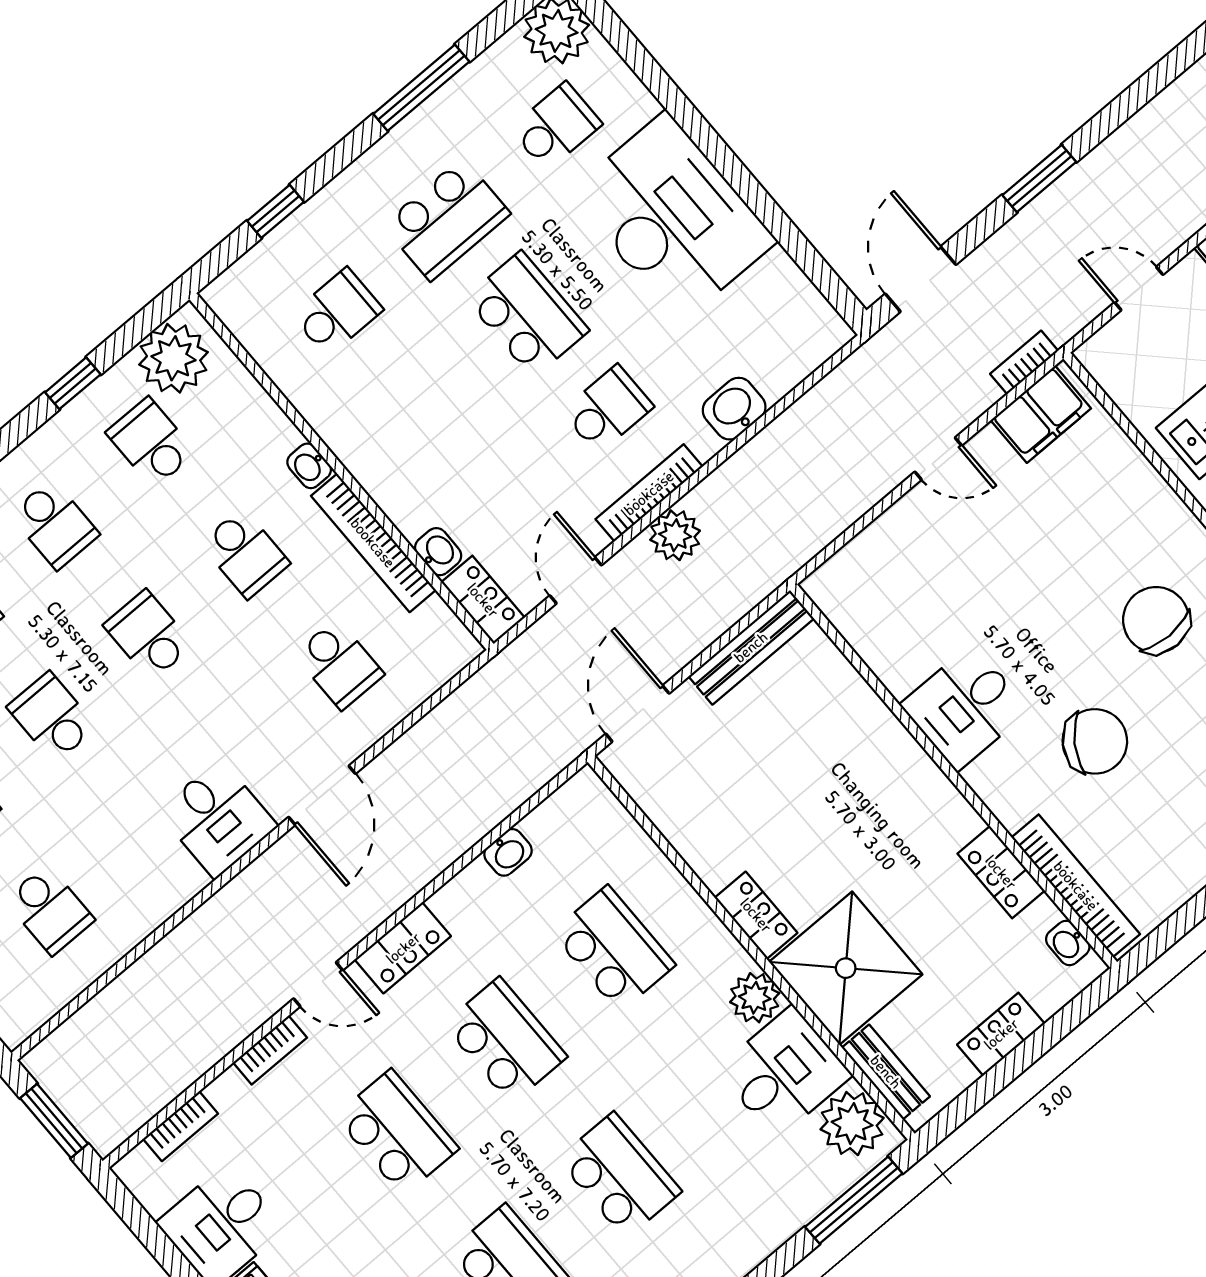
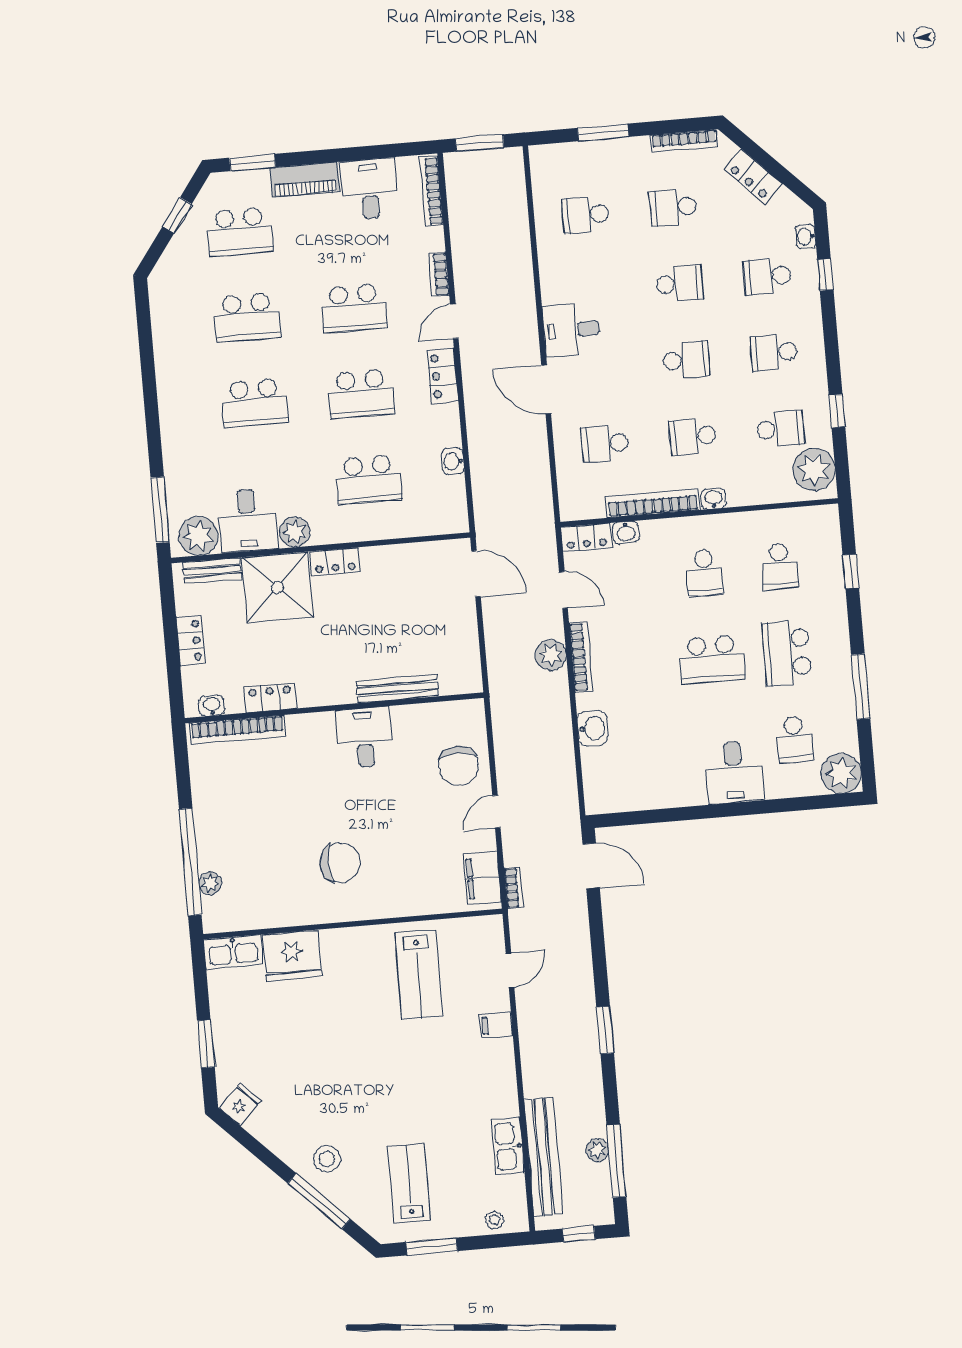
window: (1039, 179) -> (605, 1030), moved
desk: (673, 217) -> (734, 772), width x0.53, depth x0.77
school desk: (608, 409) -> (704, 573), moved
bench: (751, 647) -> (397, 688), moved, turned 90
chair: (1095, 741) -> (458, 766), moved, turned -34
bookcase: (180, 1126) -> (432, 191), width x1.56

